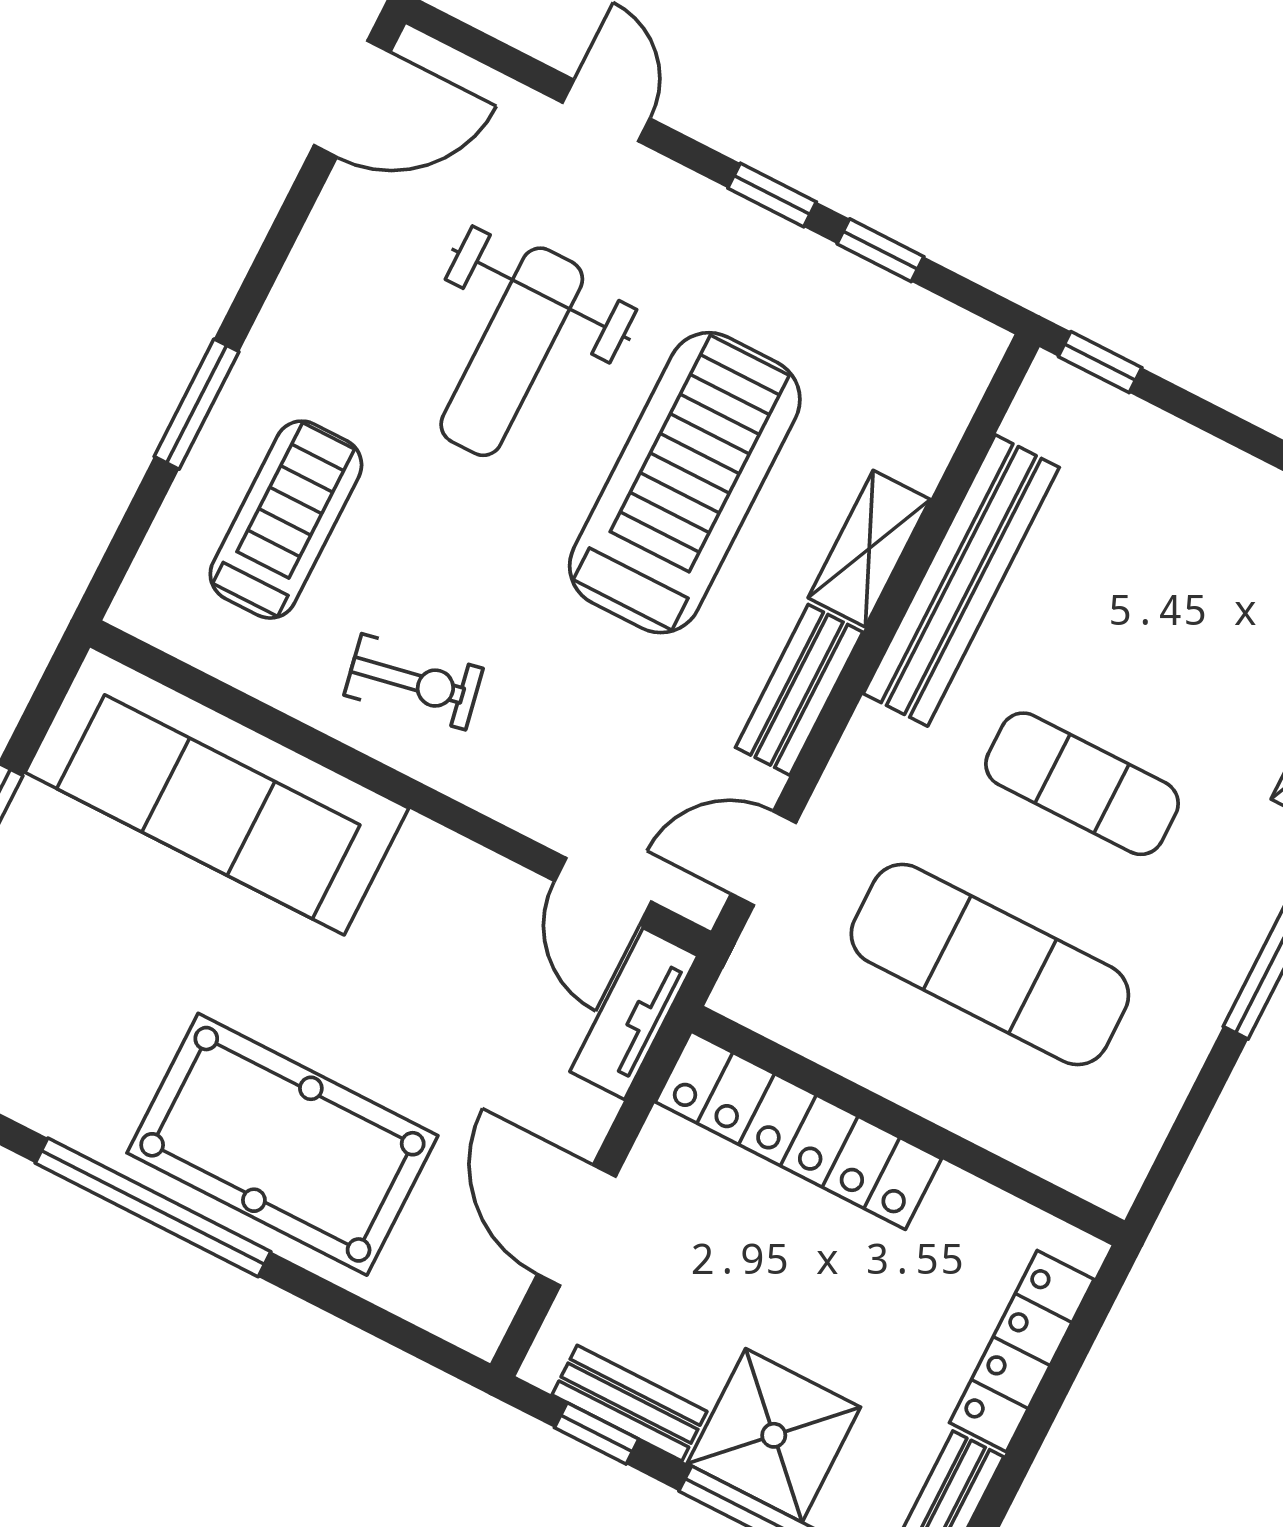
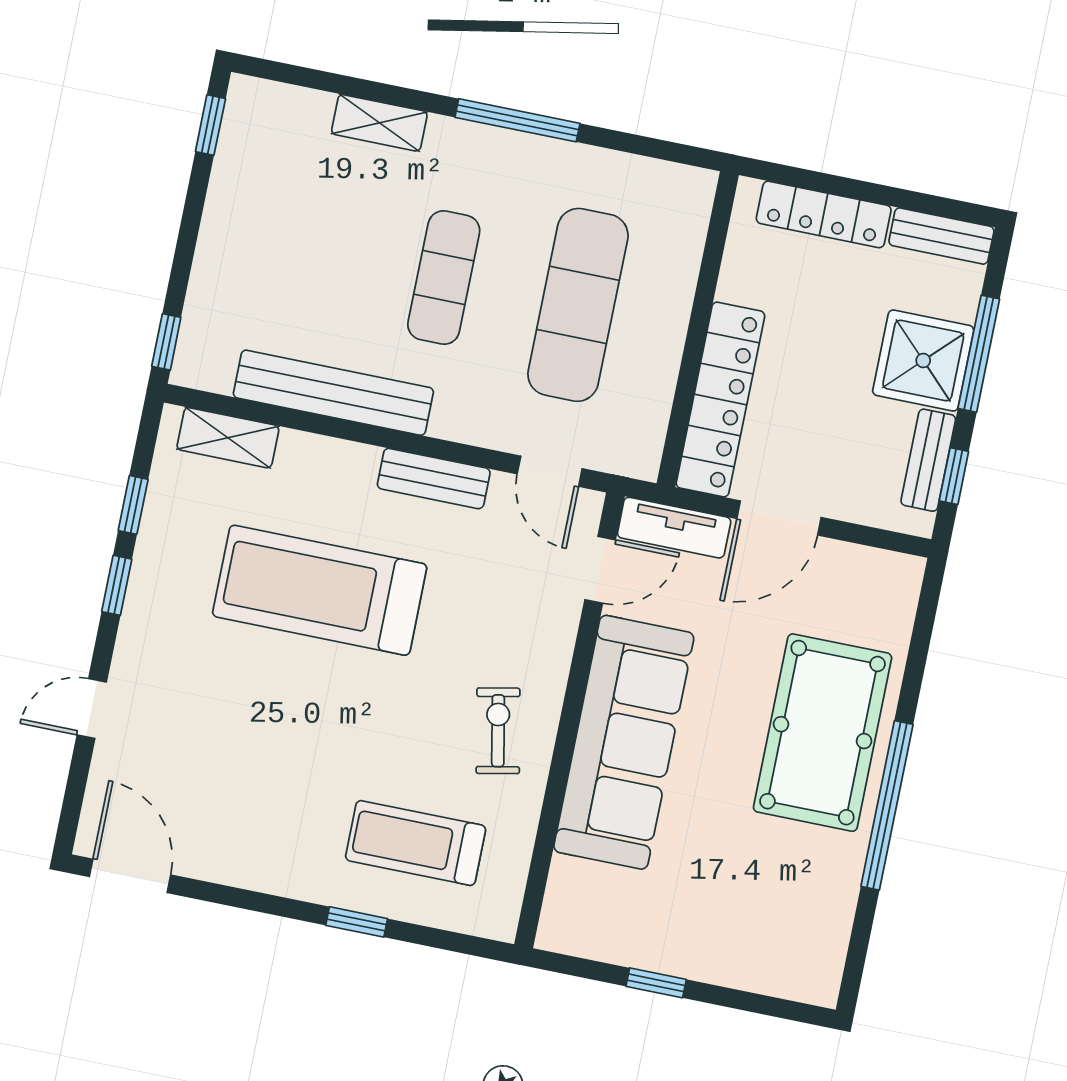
weight bench: (512, 352) -> (266, 726), removed
window: (197, 404) -> (357, 922), width x0.67
shelving: (869, 549) -> (228, 438), moved
sofa: (217, 790) -> (624, 742), moved
door: (576, 1225) -> (779, 518), moved

